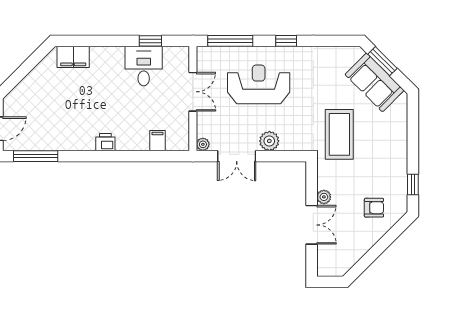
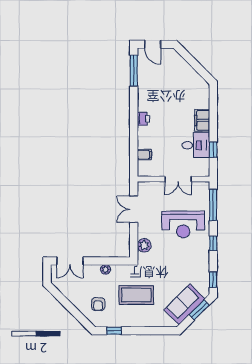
window: (339, 41) -> (213, 280), added
filing cabinet: (73, 57) -> (202, 120), moved
reception desk: (259, 84) -> (183, 224), turned 90
coffee table: (339, 134) -> (136, 295), moved
plant: (269, 141) -> (144, 245), moved
plant: (203, 144) -> (142, 186), removed
double door: (312, 225) -> (70, 261), moved

